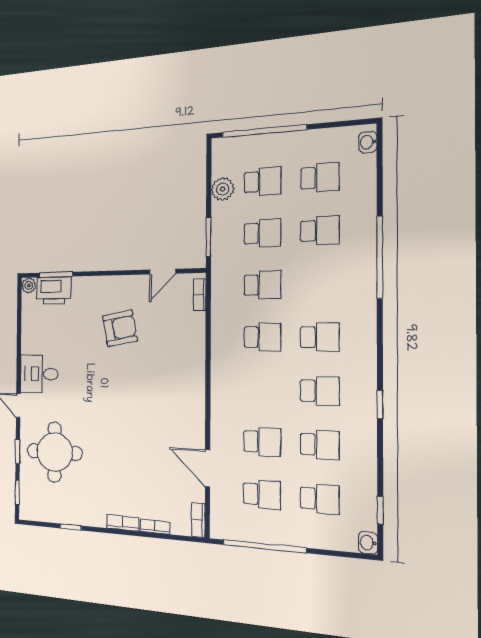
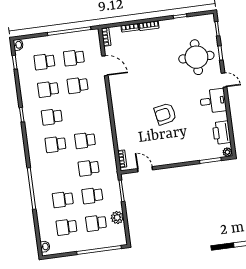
door: (163, 272) -> (145, 169), hinge flipped
printer: (54, 290) -> (222, 133), moved, turned -90
armchair: (120, 328) -> (165, 114), moved

